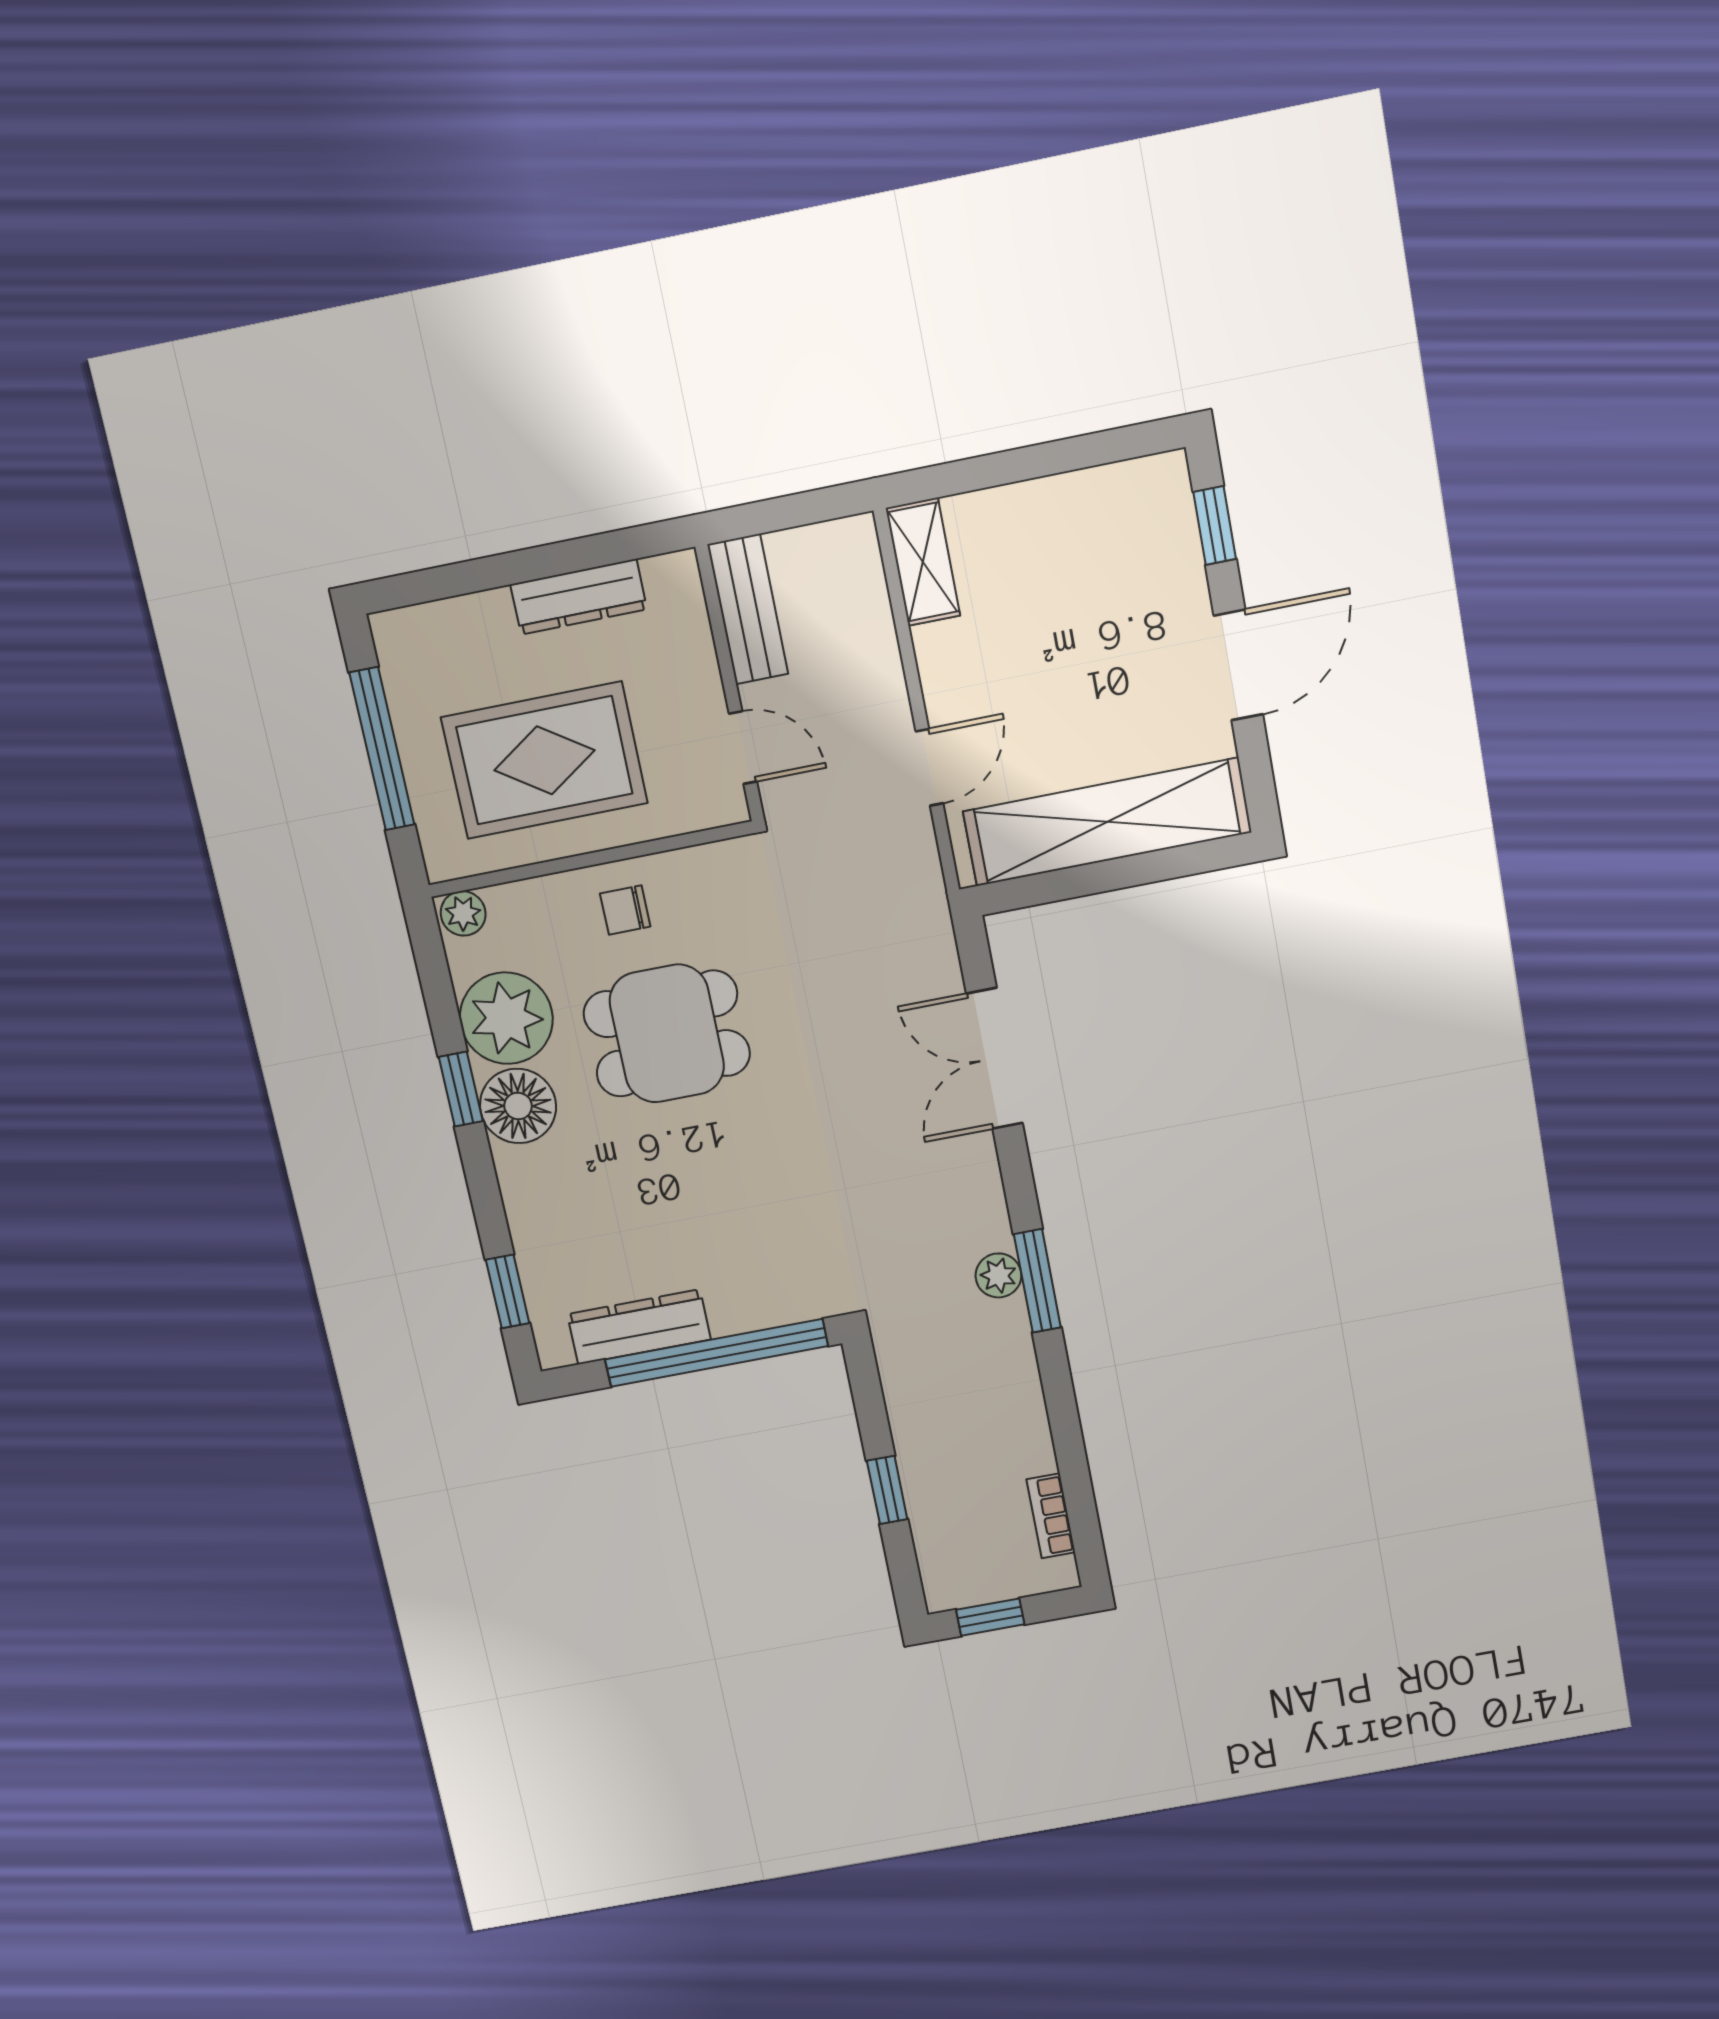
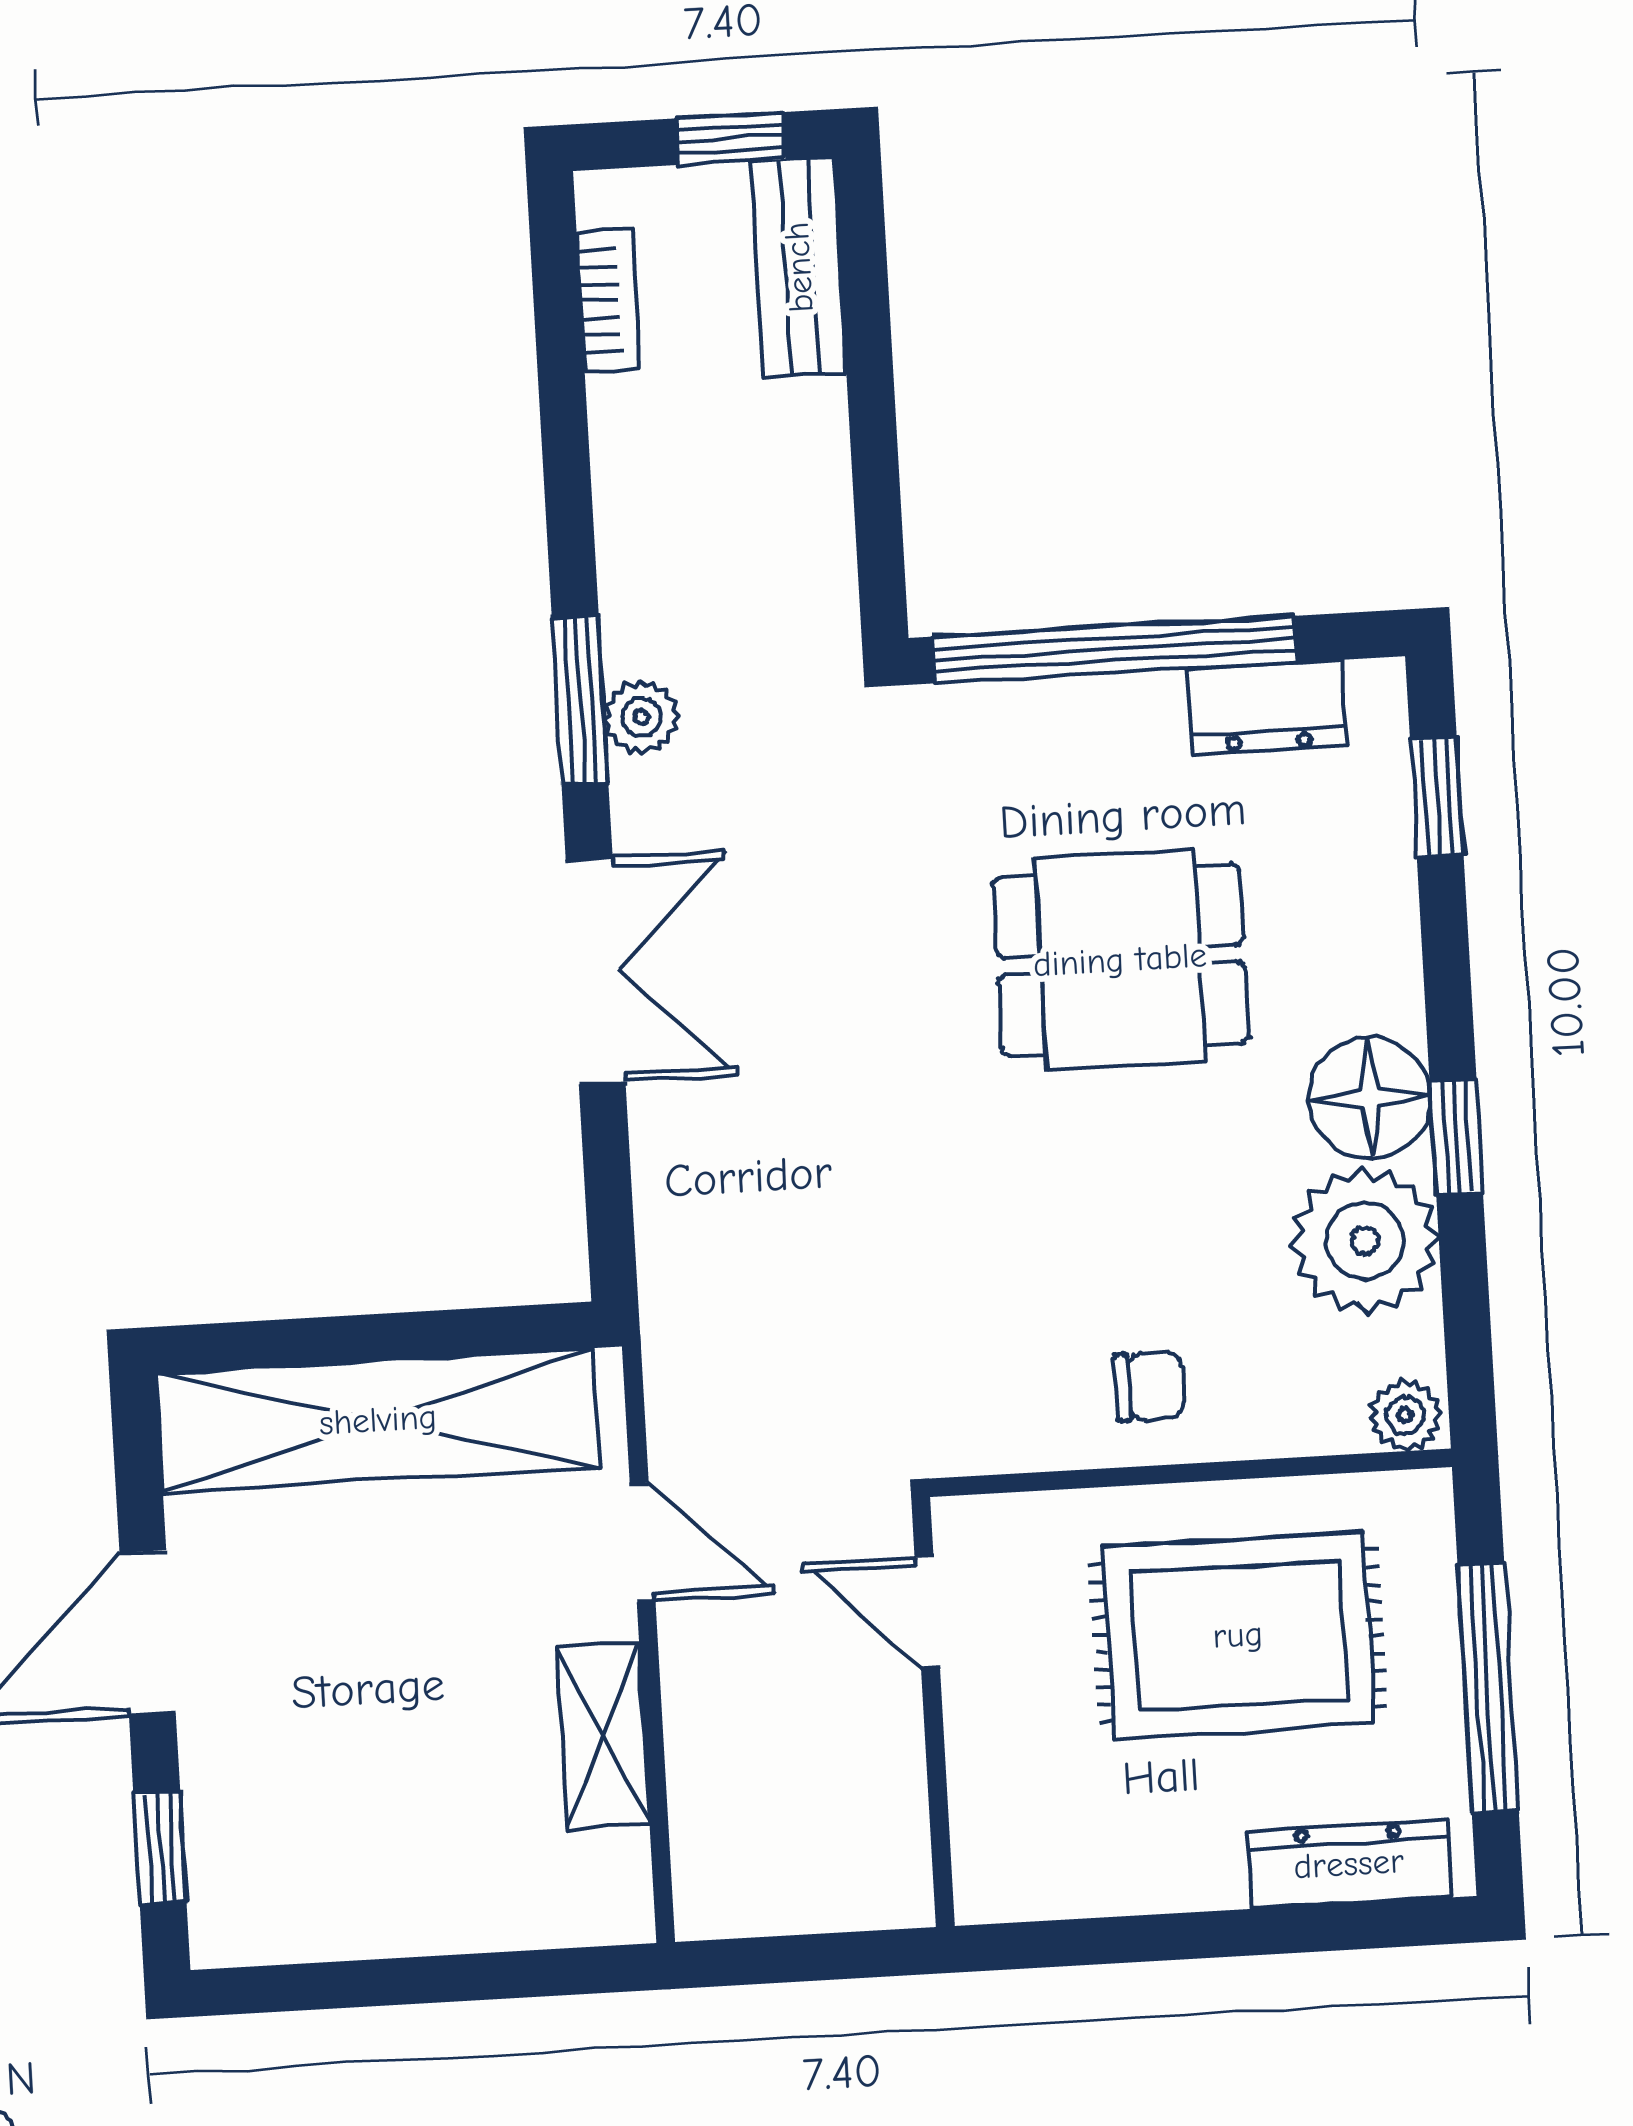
shelving: (923, 562) -> (604, 1736), moved
dresser: (579, 597) -> (1349, 1864), moved
bench: (748, 609) -> (799, 267), moved
door: (929, 767) -> (643, 1542), swing flipped
dining table: (667, 1034) -> (1120, 960), moved
double door: (995, 1059) -> (596, 971), moved
dresser: (639, 1327) -> (1267, 708), width x0.70
window: (887, 1490) -> (870, 380), removed

